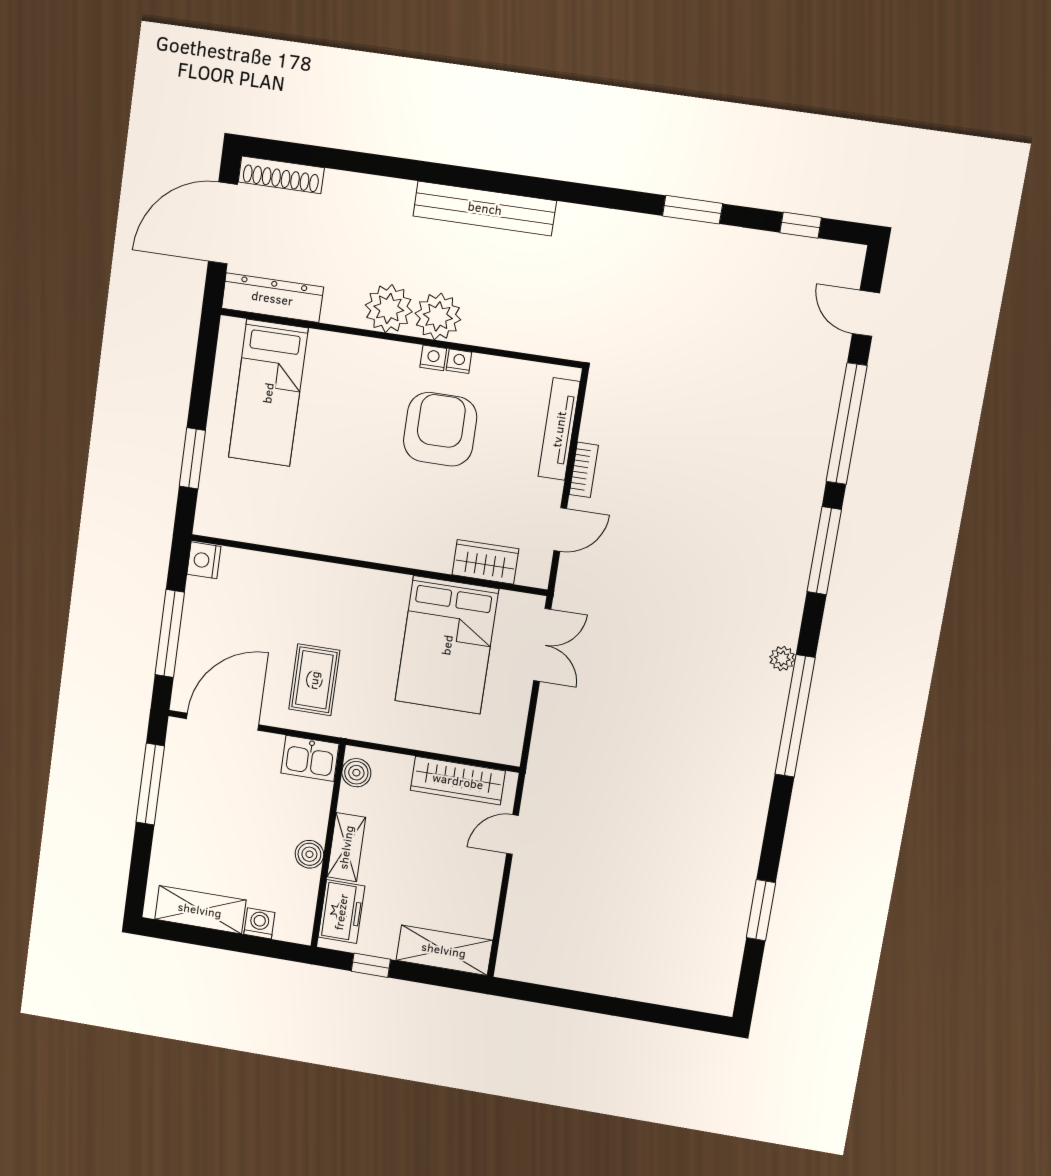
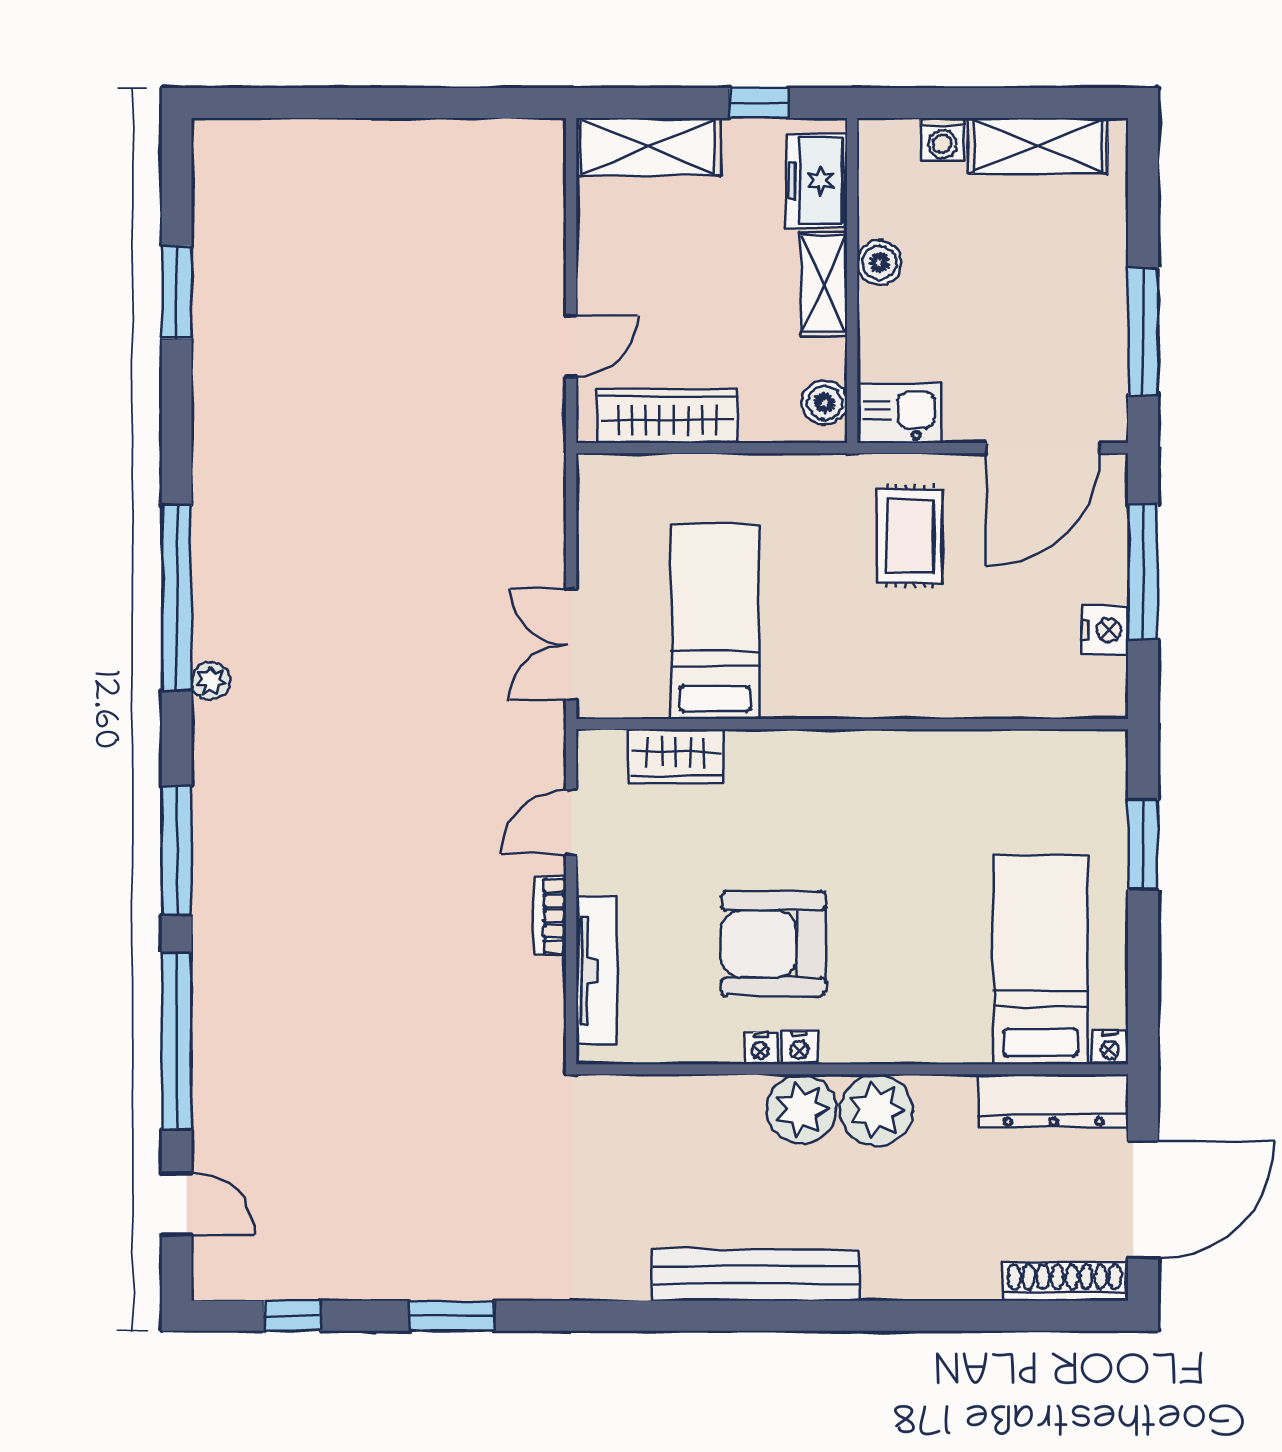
nightstand: (231, 328) -> (1110, 1047), added
armchair: (440, 429) -> (773, 944), turned 90
nightstand: (204, 560) -> (1105, 630), moved
bed: (447, 645) -> (715, 621), width x0.67

